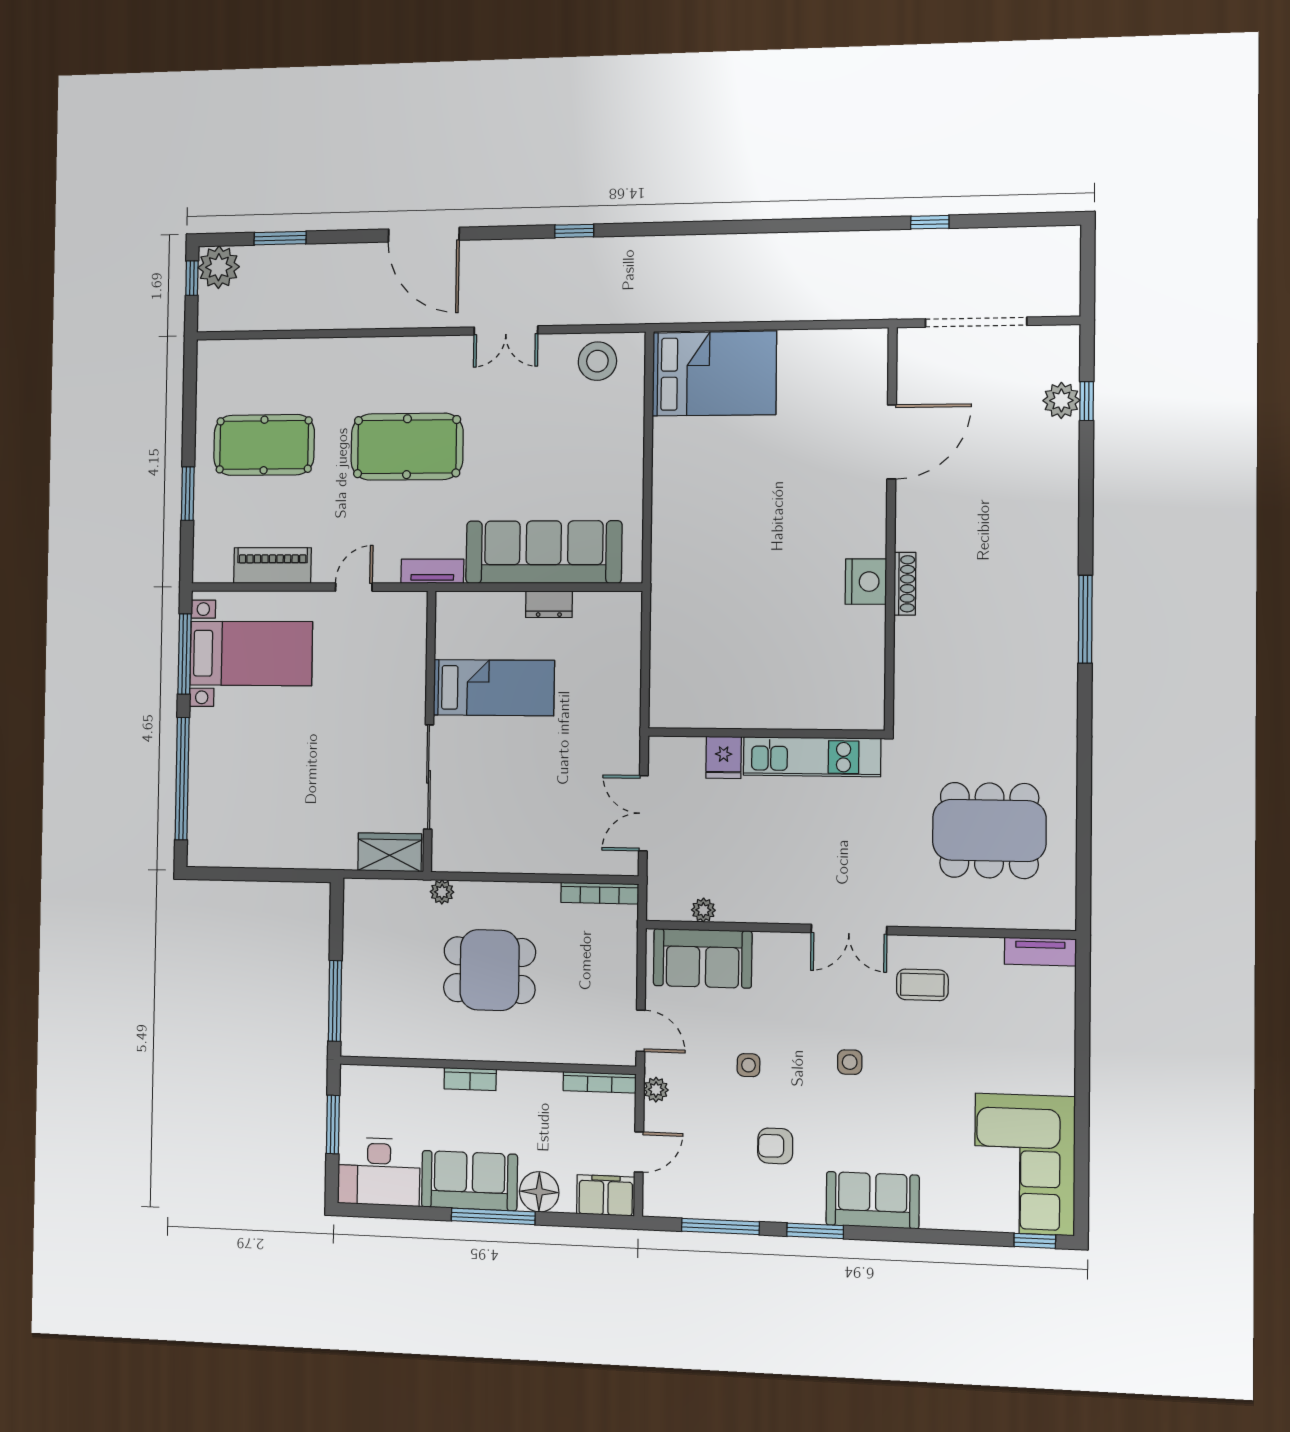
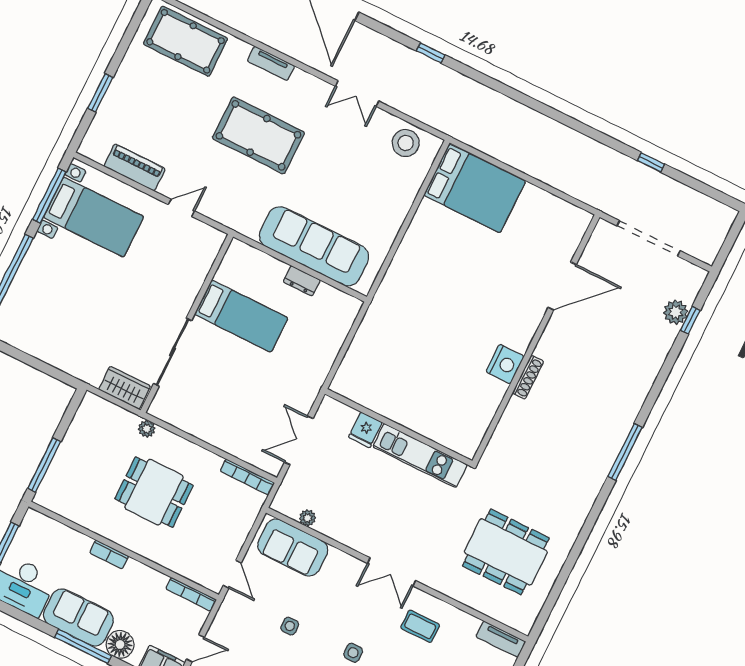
pool table: (264, 445) -> (185, 41), moved
tv unit: (432, 571) -> (271, 63), moved, turned 180
plant: (656, 1090) -> (225, 615), removed

